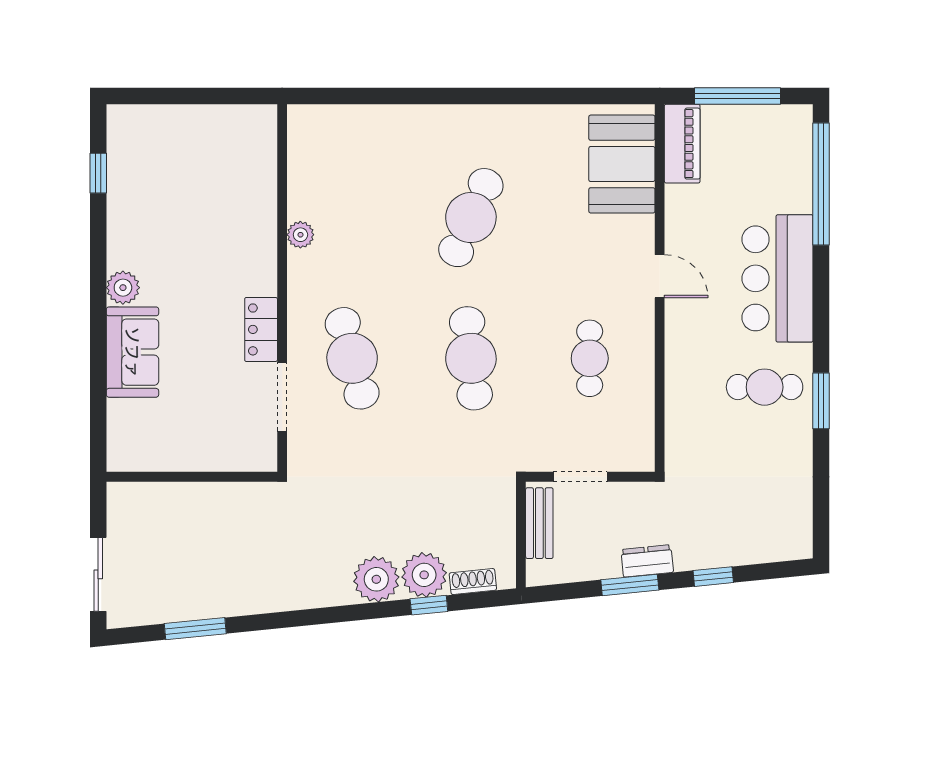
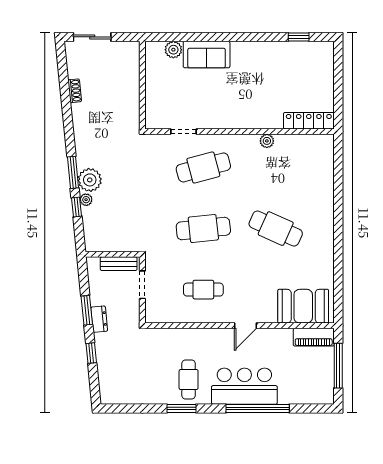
window: (821, 184) -> (258, 409), moved
plant: (123, 288) -> (173, 50), moved
locker: (261, 329) -> (309, 121), moved, width x1.53
doorway: (282, 397) -> (184, 131), width x0.73
plant: (424, 575) -> (86, 200), width x0.53, depth x0.53
shoe rack: (473, 582) -> (75, 91), moved
window: (195, 629) -> (73, 172), moved

